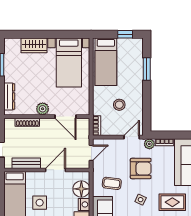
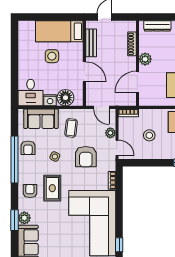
plant: (149, 144) -> (110, 133), moved

